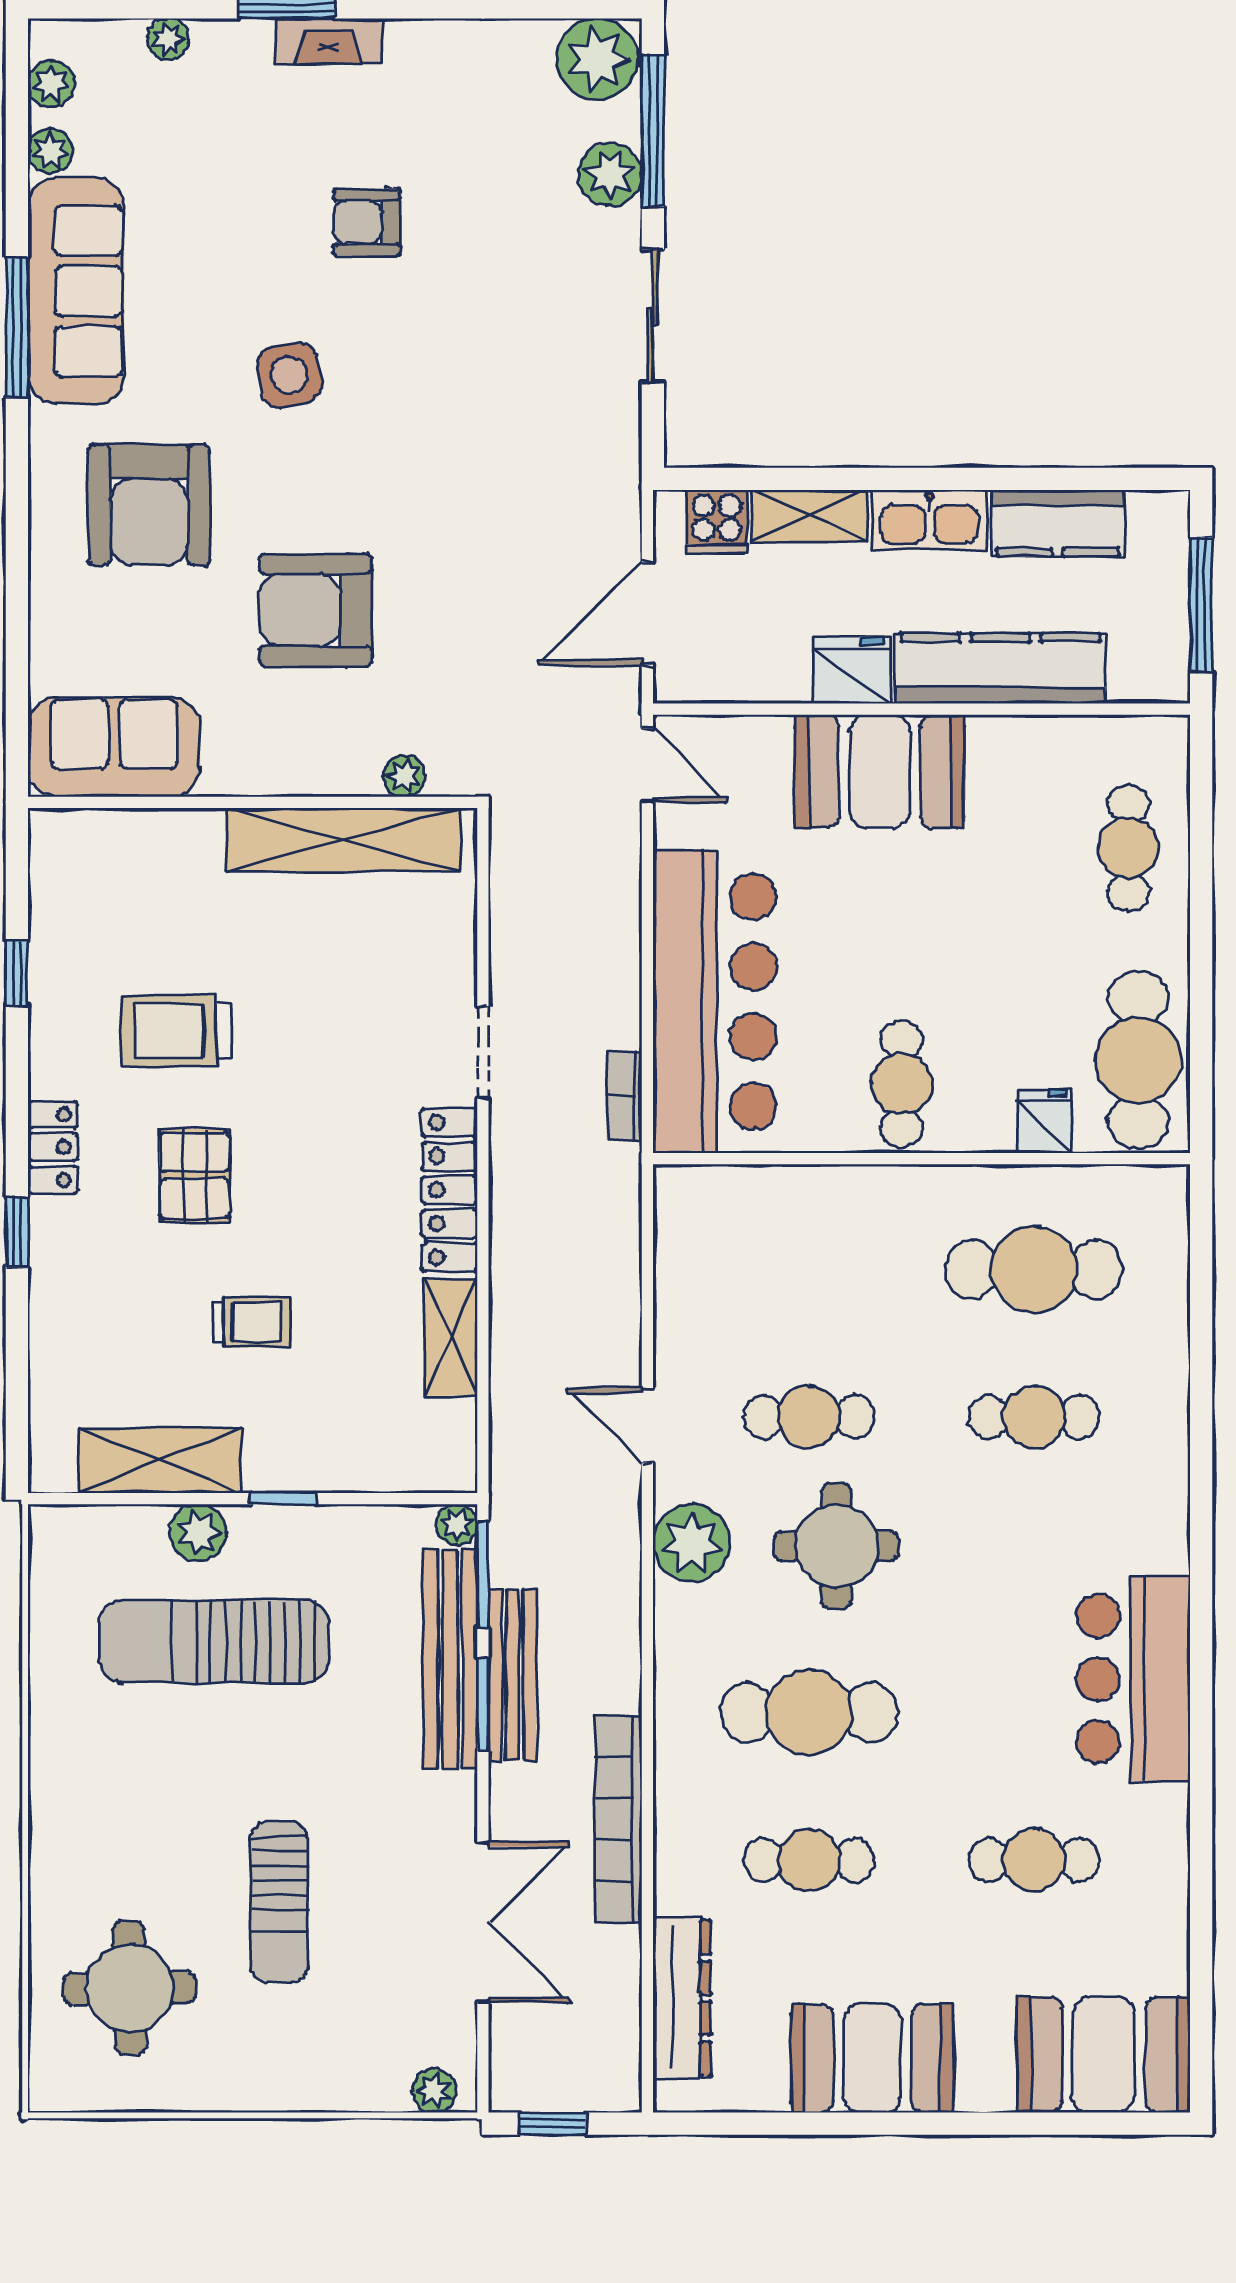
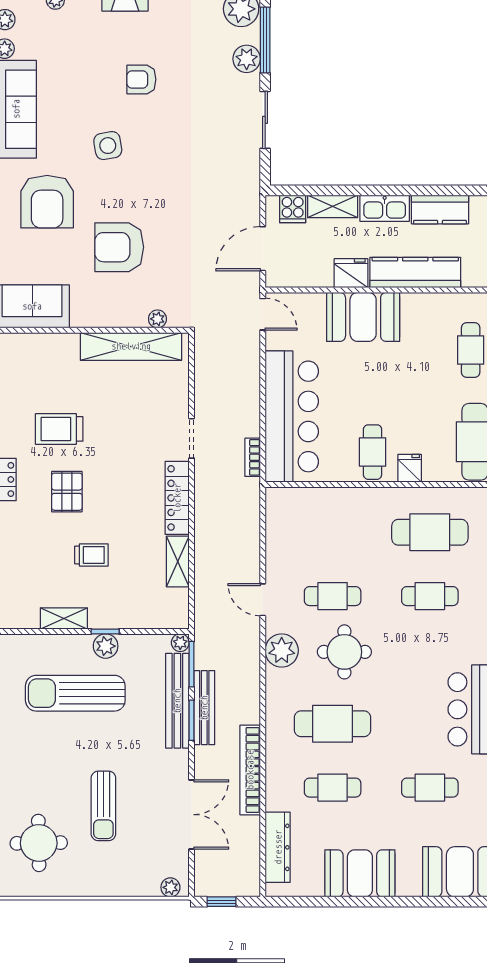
fridge: (1044, 1121) -> (410, 468), moved
shelving: (160, 1460) -> (64, 618), width x0.67, depth x0.75
plant: (198, 1532) -> (106, 646), moved

